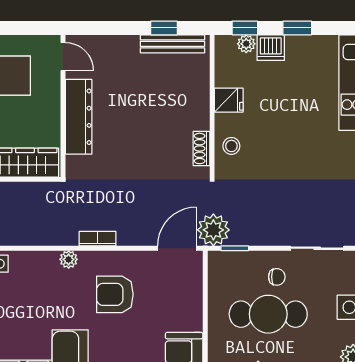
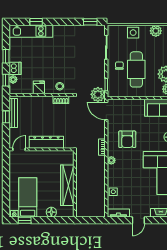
door: (63, 57) -> (19, 149), moved
wall: (63, 106) -> (42, 149), moved
dresser: (79, 117) -> (46, 142), moved

